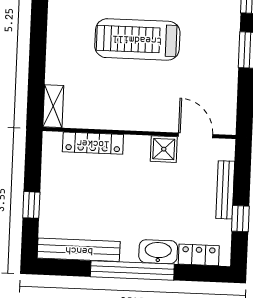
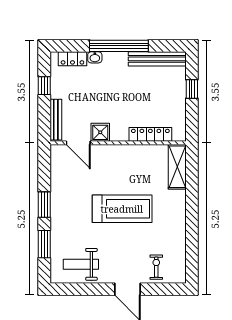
shelving: (53, 106) -> (177, 167), width x1.50, depth x1.33
bench: (225, 190) -> (56, 120), moved
washbasin: (158, 252) -> (95, 57), width x0.52, depth x0.69

